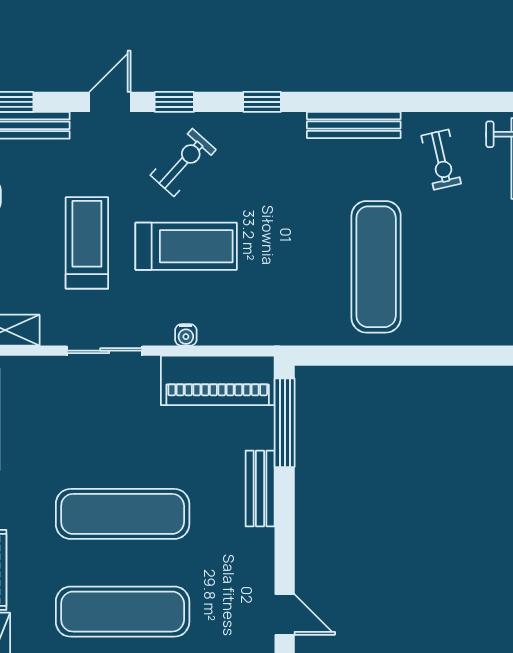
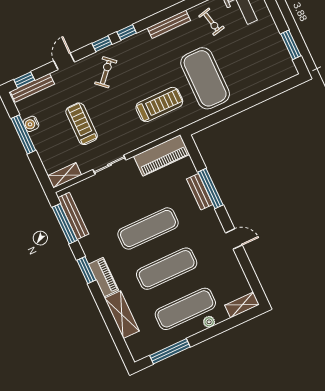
window: (174, 102) -> (102, 44), moved
treadmill: (186, 246) -> (159, 105), moved
exercise mat: (376, 267) -> (205, 78), width x1.47
water cooler: (186, 335) -> (140, 143), removed
window: (285, 423) -> (210, 189), moved

